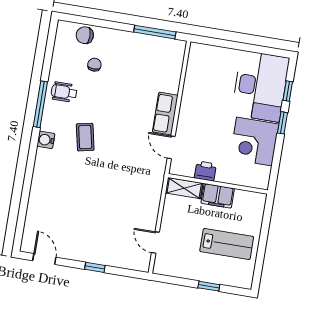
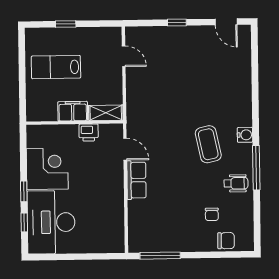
coffee table: (85, 137) -> (208, 144), width x1.36, depth x1.30

